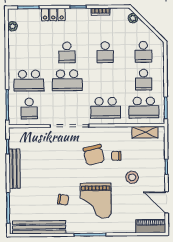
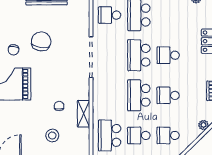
school desk: (106, 108) -> (139, 95), moved
shelving: (145, 132) -> (84, 114), moved
chair: (94, 155) -> (41, 41), moved, turned 113
stool: (132, 177) -> (52, 136), moved

